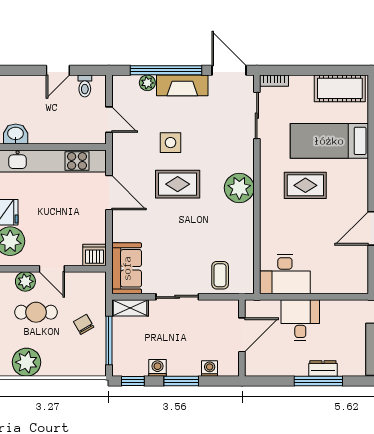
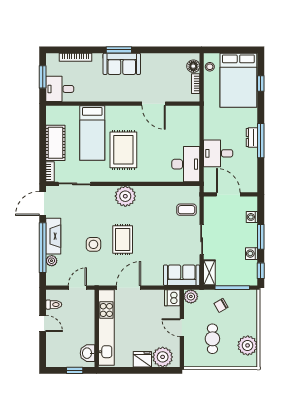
cot: (340, 88) -> (55, 143), moved
rug: (305, 185) -> (123, 150), width x1.36, depth x1.43
door: (52, 269) -> (182, 328), swing flipped
plant: (25, 281) -> (191, 296), moved

